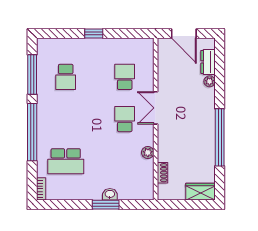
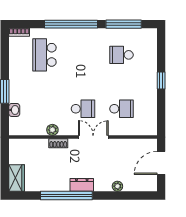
dresser: (208, 62) -> (82, 185), moved
shoe rack: (162, 173) -> (58, 143), moved
washbasin: (110, 194) -> (14, 110), moved

